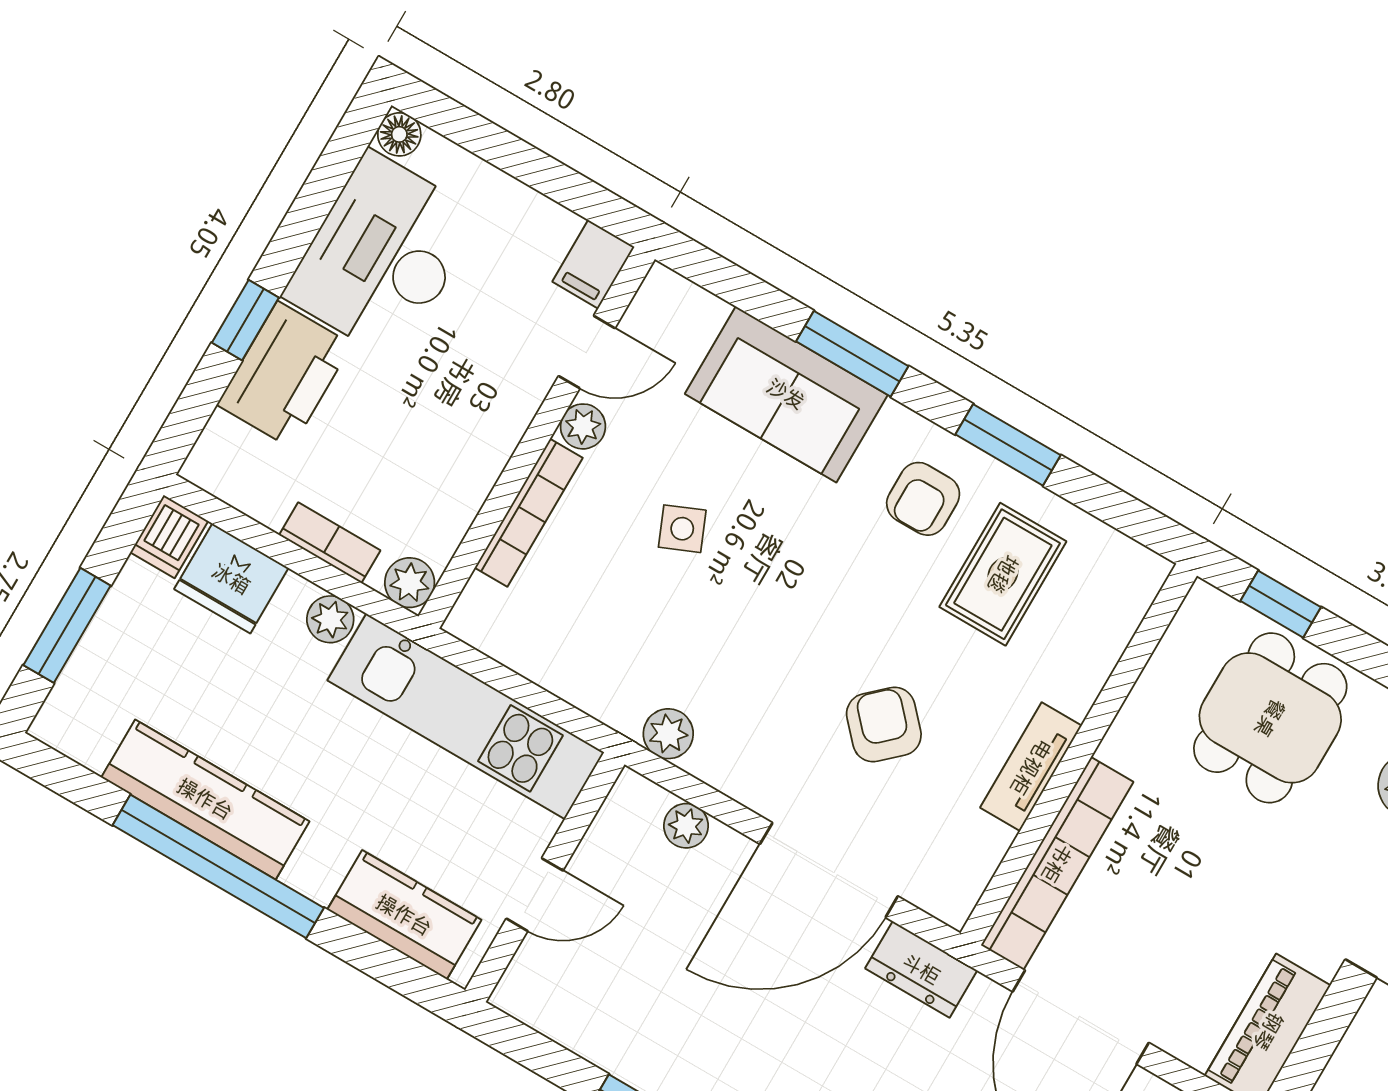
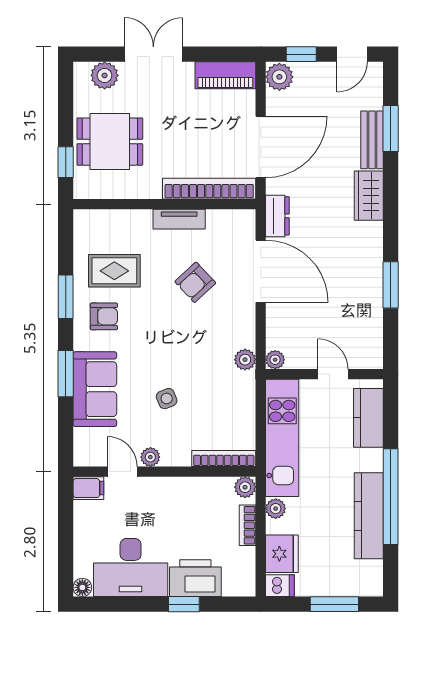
bookcase: (529, 513) -> (224, 458), moved
plant: (686, 826) -> (275, 360), moved

